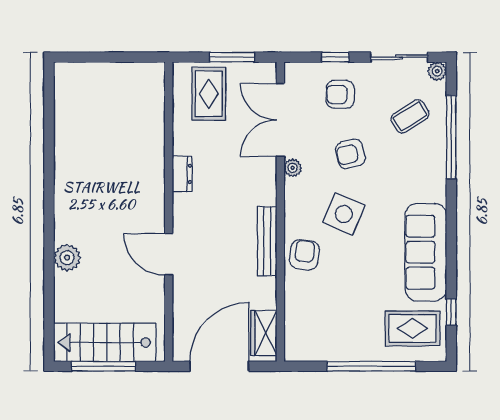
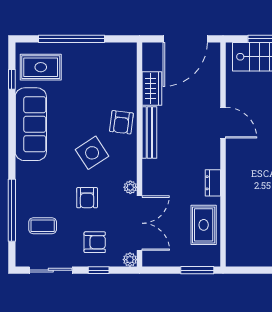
window: (232, 57) -> (197, 270), moved
plant: (437, 71) -> (130, 260), moved
rug: (209, 94) -> (204, 225), moved
coffee table: (410, 116) -> (43, 226), turned 32
armchair: (350, 154) -> (87, 198), turned 104
side table: (344, 214) -> (92, 153), turned 34
wardrobe: (264, 333) -> (152, 88), moved

